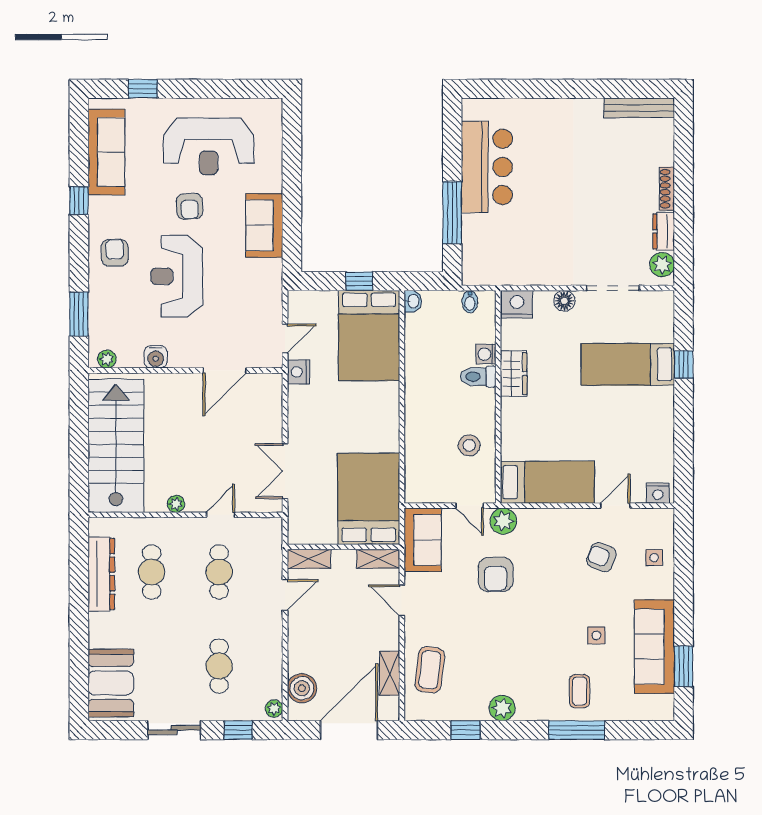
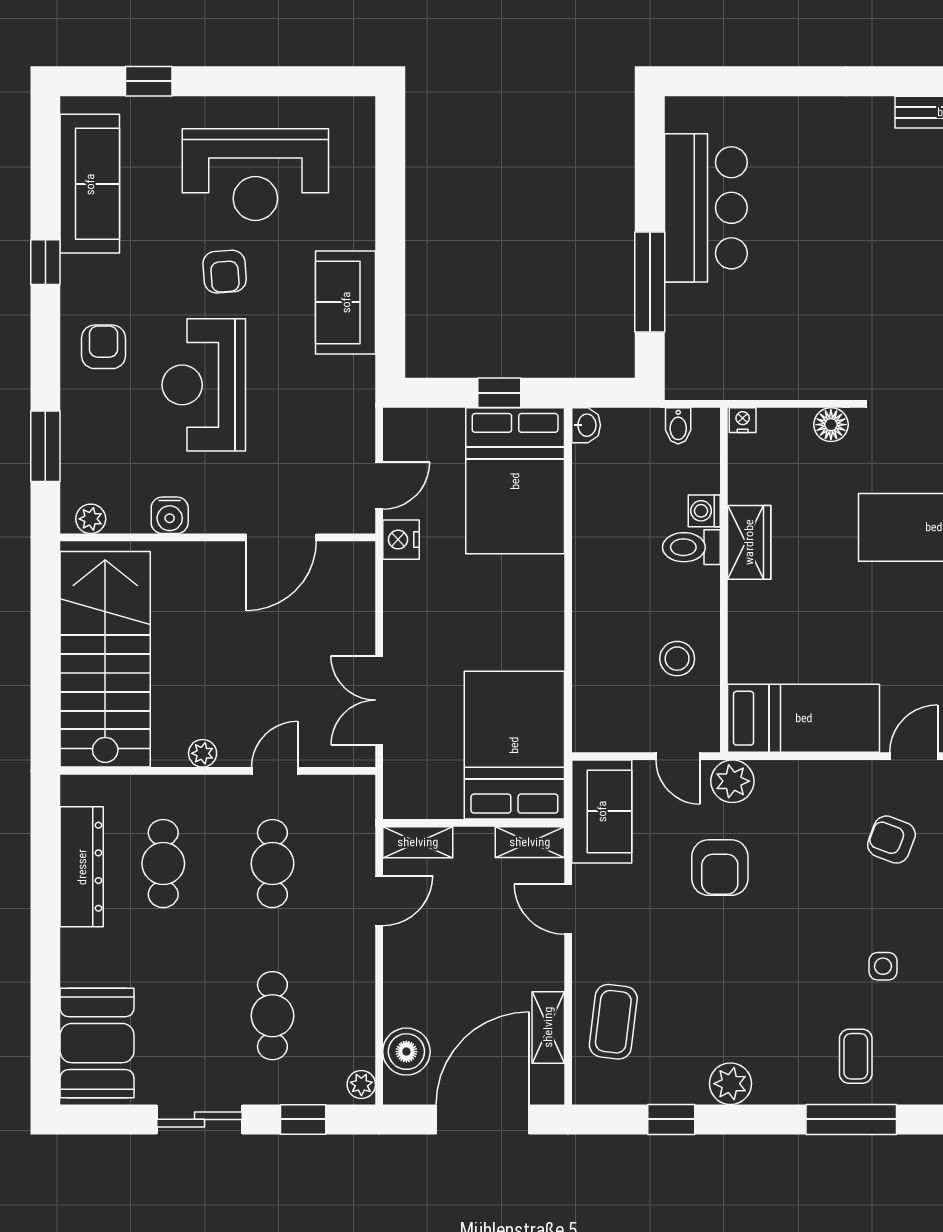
nightstand: (517, 304) -> (743, 420), width x0.53, depth x0.56

